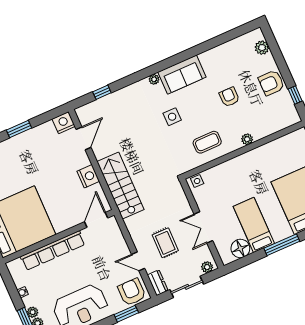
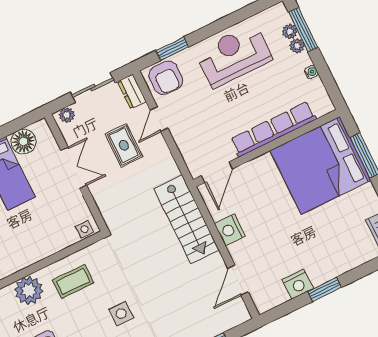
nightstand: (64, 123) -> (298, 284), moved
plant: (247, 139) -> (29, 290), width x1.88, depth x1.88
door: (138, 261) -> (159, 119), swing flipped

